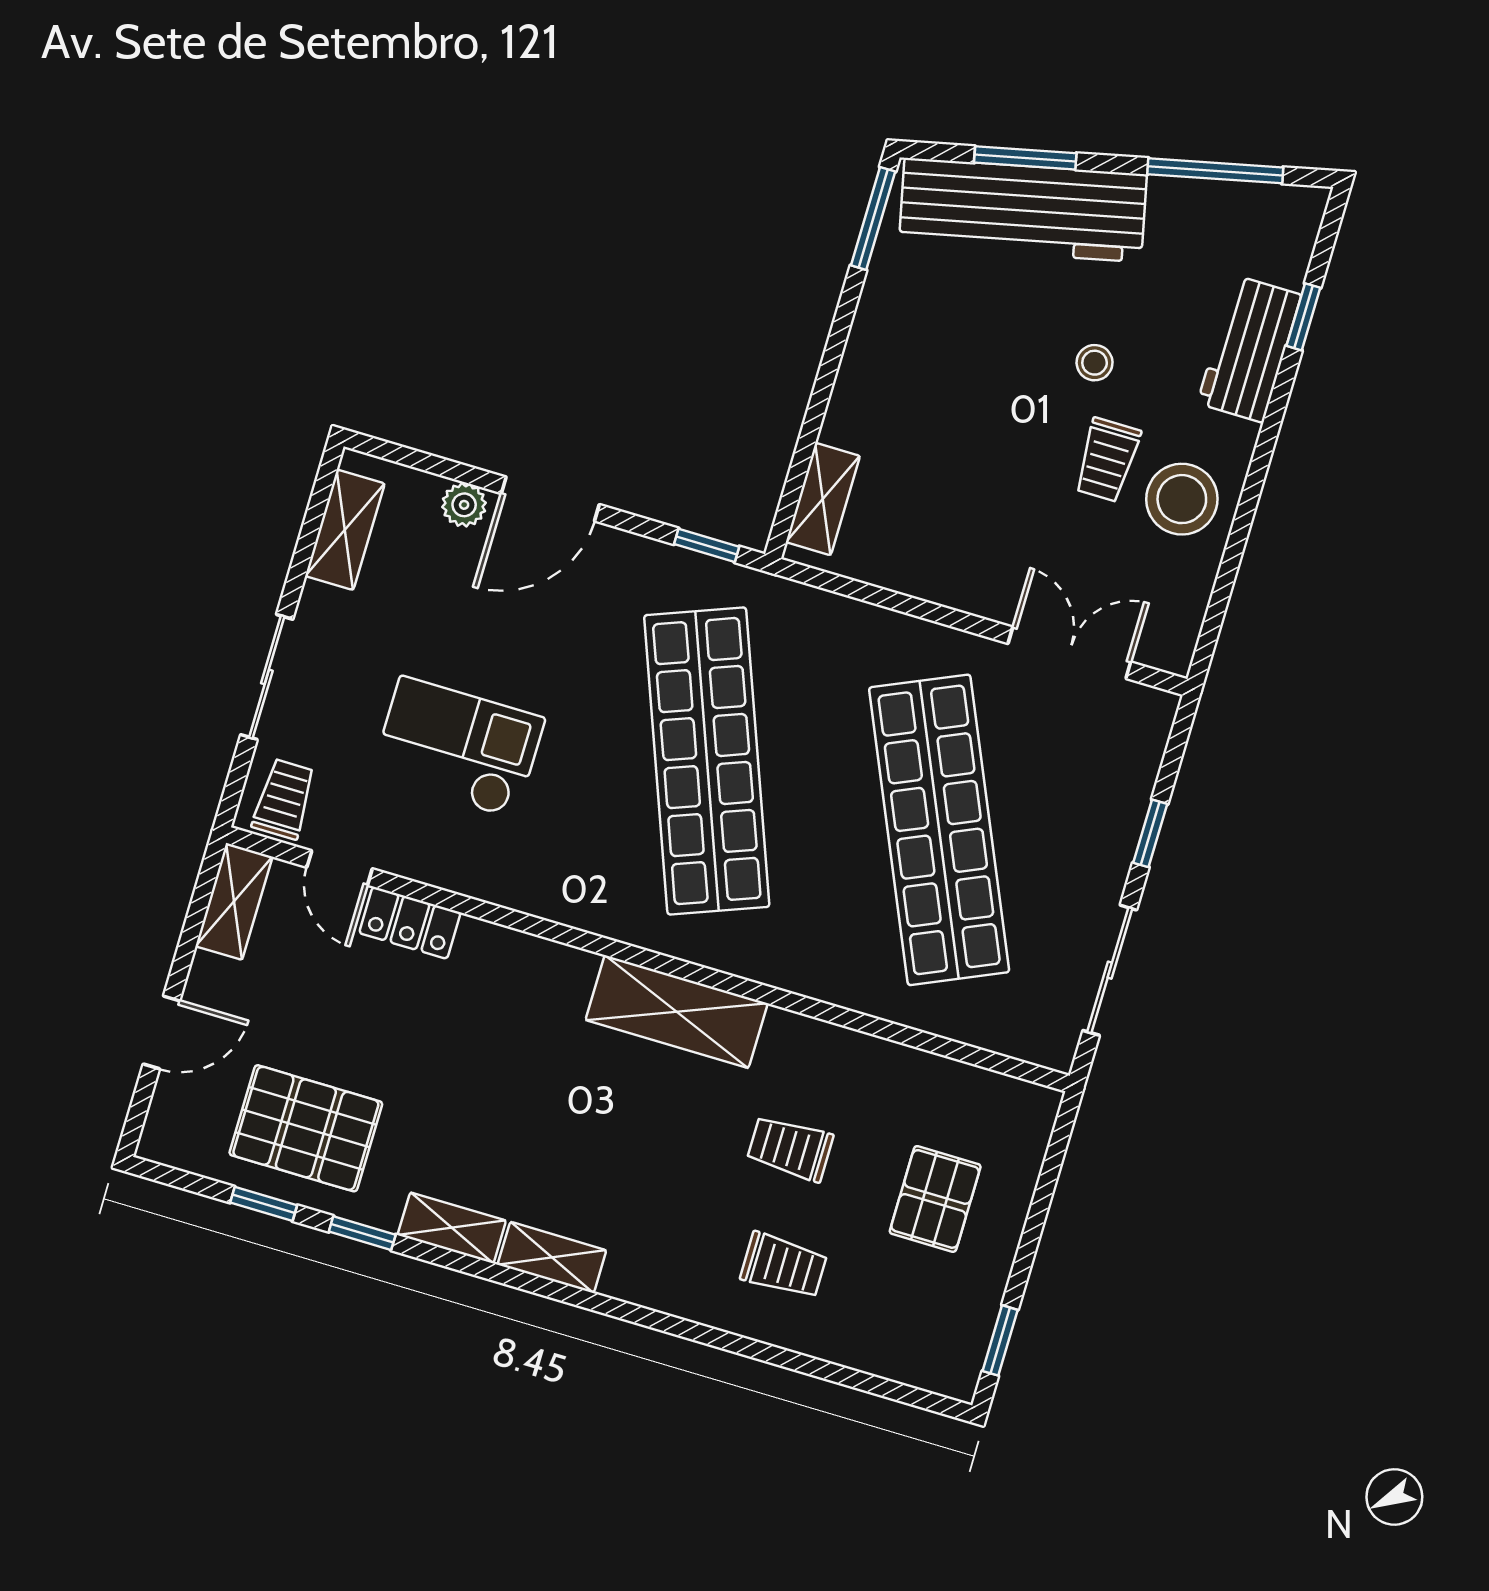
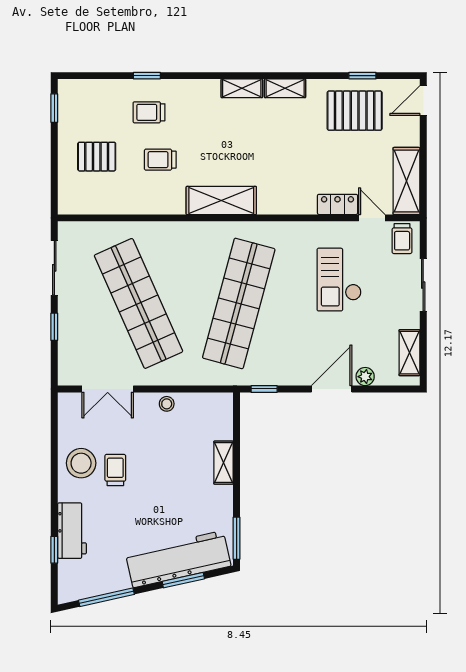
stool: (1095, 363) -> (167, 404), moved
shelving: (823, 499) -> (223, 463), moved
checkout: (458, 747) -> (339, 280), turned 90
shop shelf: (707, 761) -> (239, 303), turned 36
shelving: (234, 901) -> (406, 181), width x1.50, depth x1.33
door: (161, 1032) -> (423, 100), moved
trolley: (790, 1148) -> (160, 160), turned 180
pallet: (935, 1199) -> (97, 157), turned 90
window: (362, 1233) -> (147, 76), moved

